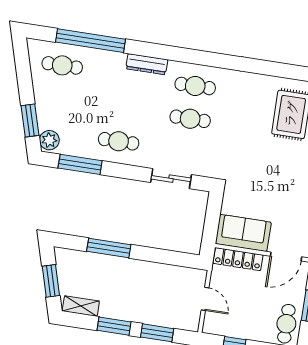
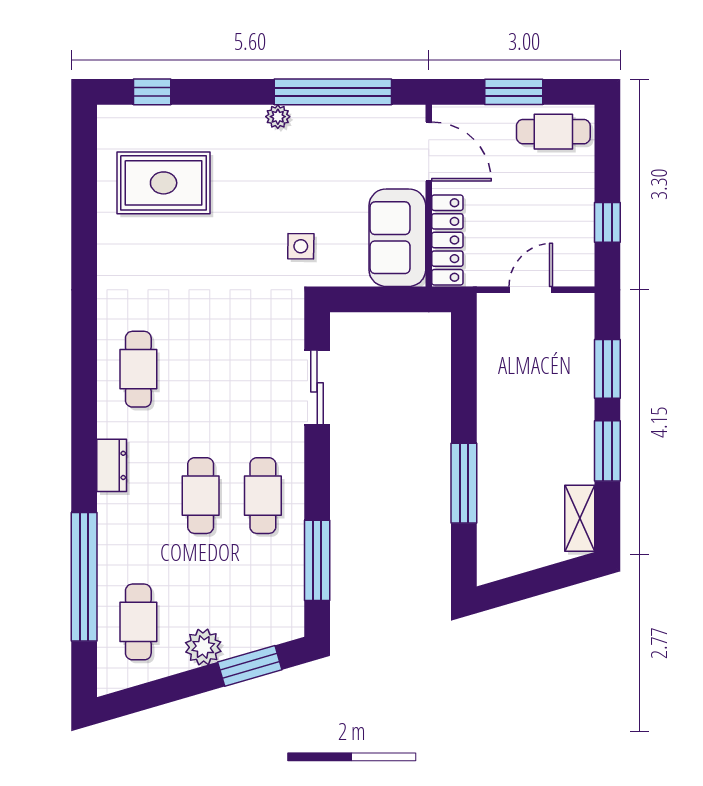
dresser: (147, 64) -> (112, 465), width x0.70
cafe table: (190, 119) -> (201, 496), moved
plant: (49, 140) -> (203, 647), moved
side table: (247, 181) -> (301, 246), added
window: (51, 281) -> (541, 581), removed

